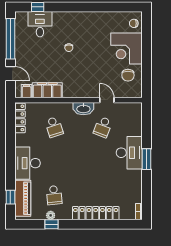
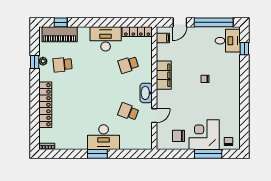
desk: (40, 24) -> (228, 41), moved
window: (147, 44) -> (208, 154), added
filing cabinet: (47, 90) -> (164, 75), moved
desk: (28, 163) -> (106, 39), moved

